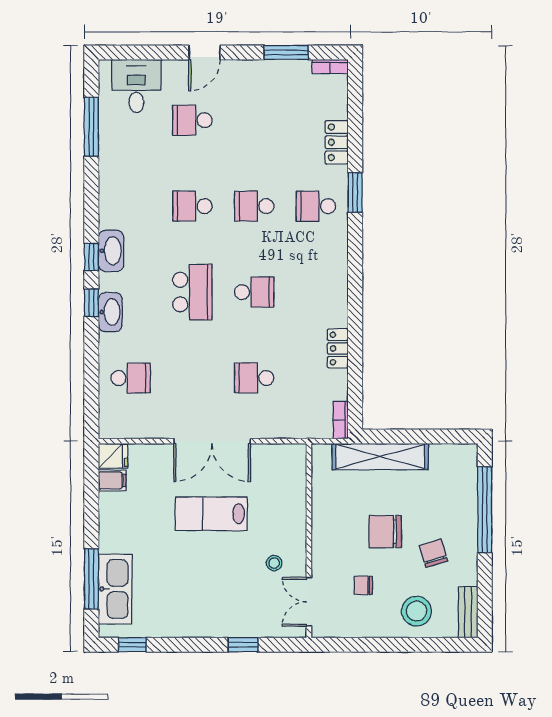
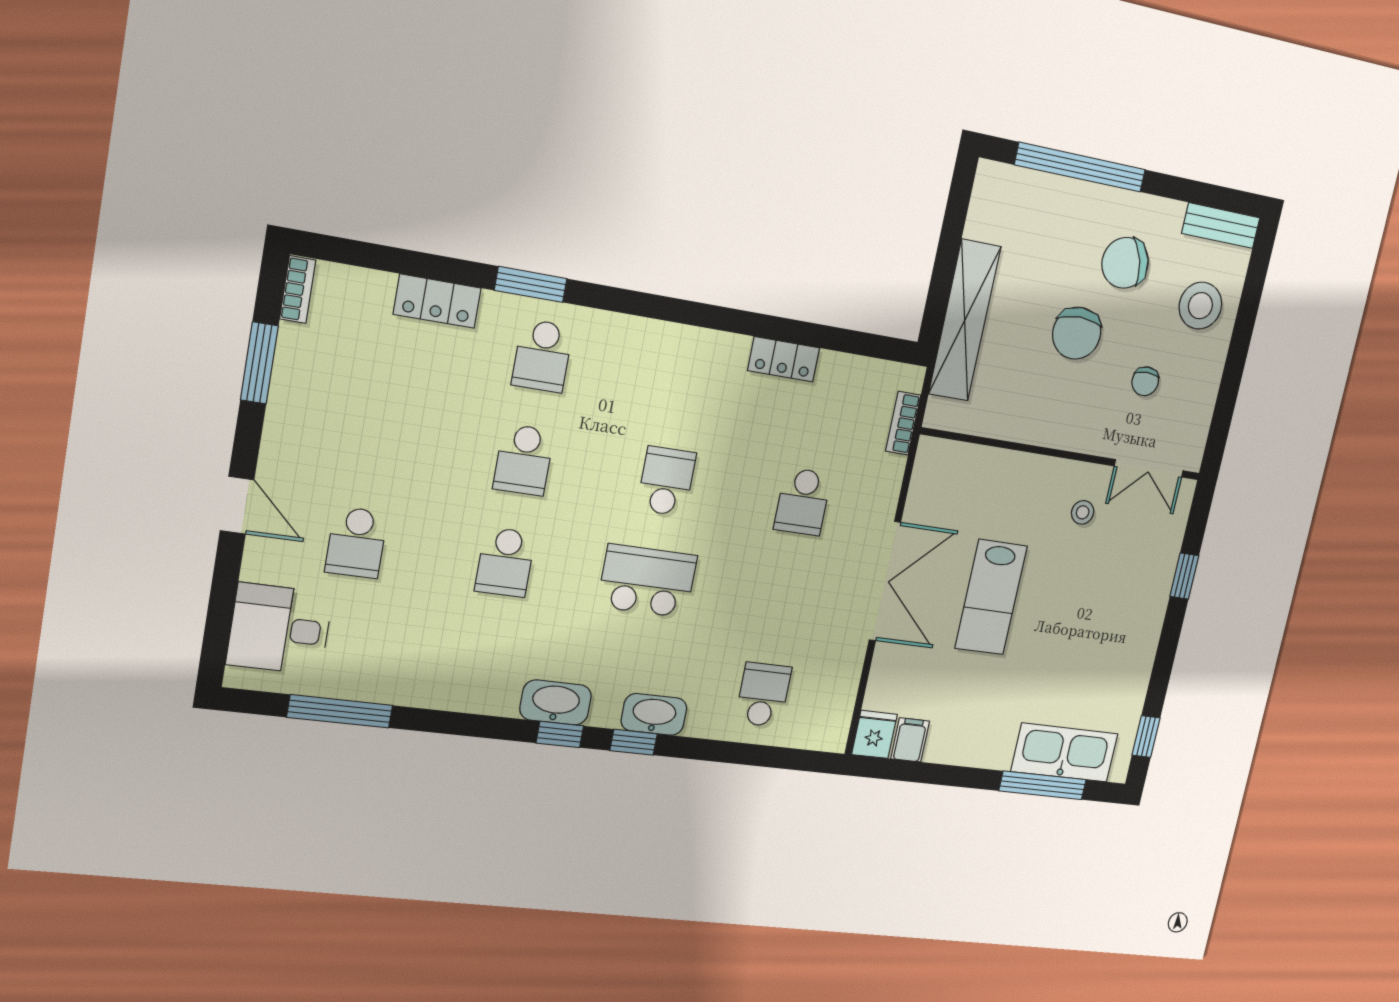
bookcase: (341, 420) -> (903, 423), moved, turned 90
chair: (433, 553) -> (1125, 263), width x1.37, depth x1.37

